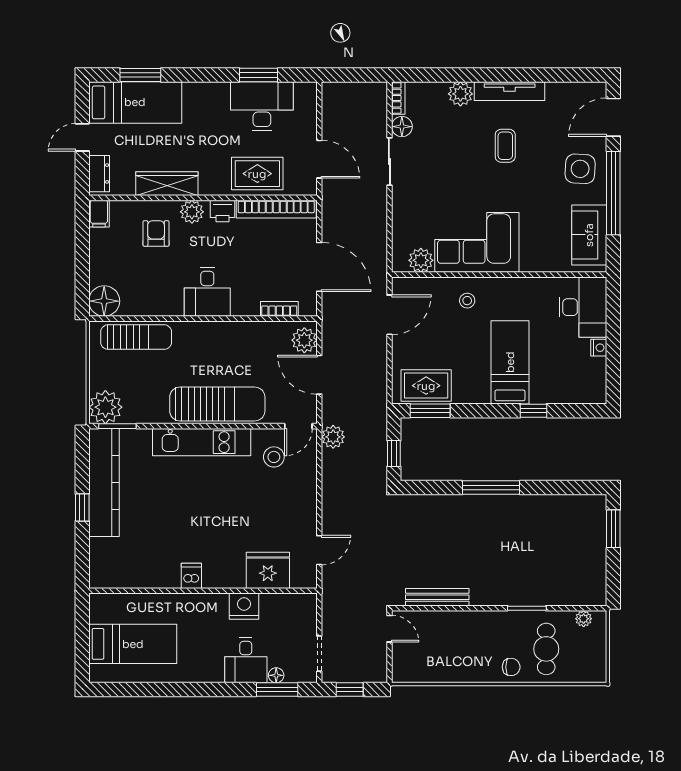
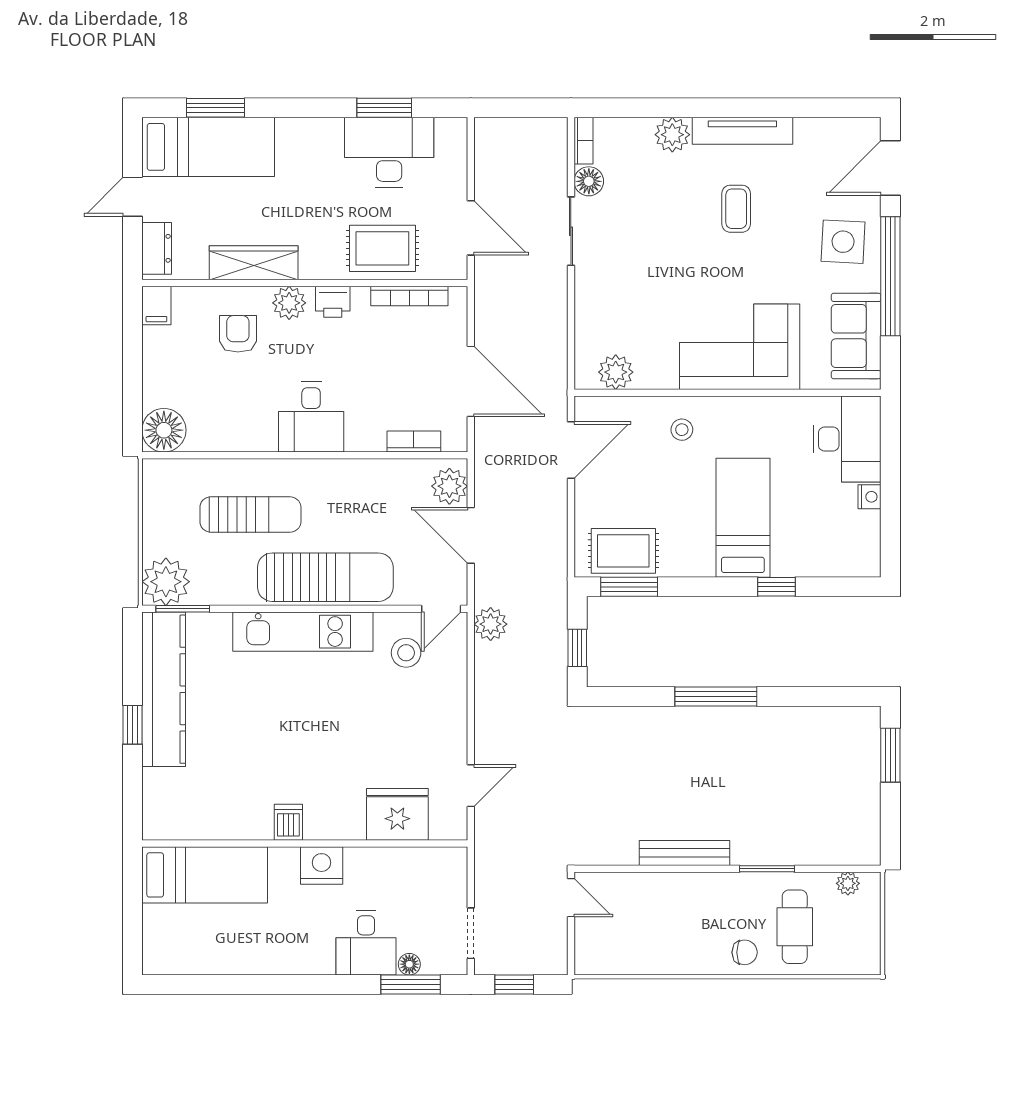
bookcase: (276, 209) -> (409, 296), width x0.68, depth x0.76
corner sofa: (477, 242) -> (740, 347), moved
sun lounger: (136, 337) -> (250, 514), moved
bench: (437, 597) -> (685, 853), moved
nightstand: (244, 606) -> (322, 866), moved
bed: (133, 644) -> (205, 875), moved

